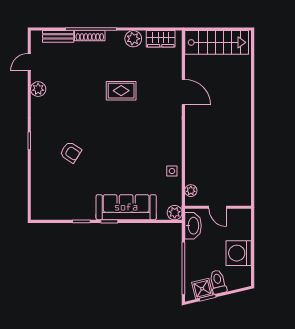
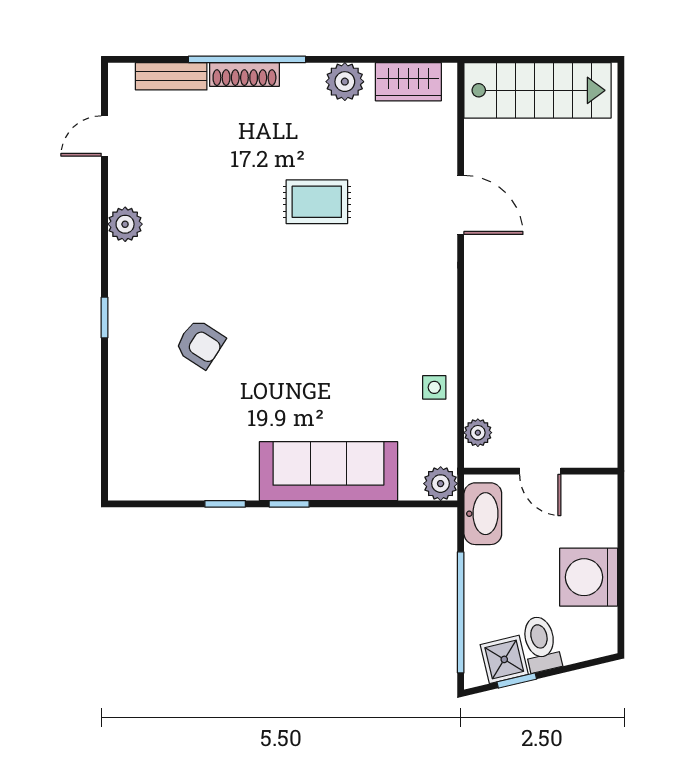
plant: (38, 89) -> (125, 224), moved

